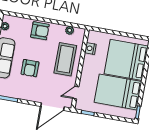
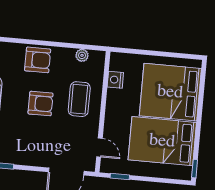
coffee table: (65, 59) -> (79, 99), width x0.73, depth x0.76
armchair: (30, 68) -> (41, 104), moved, turned -90
door: (76, 93) -> (99, 148), swing flipped

